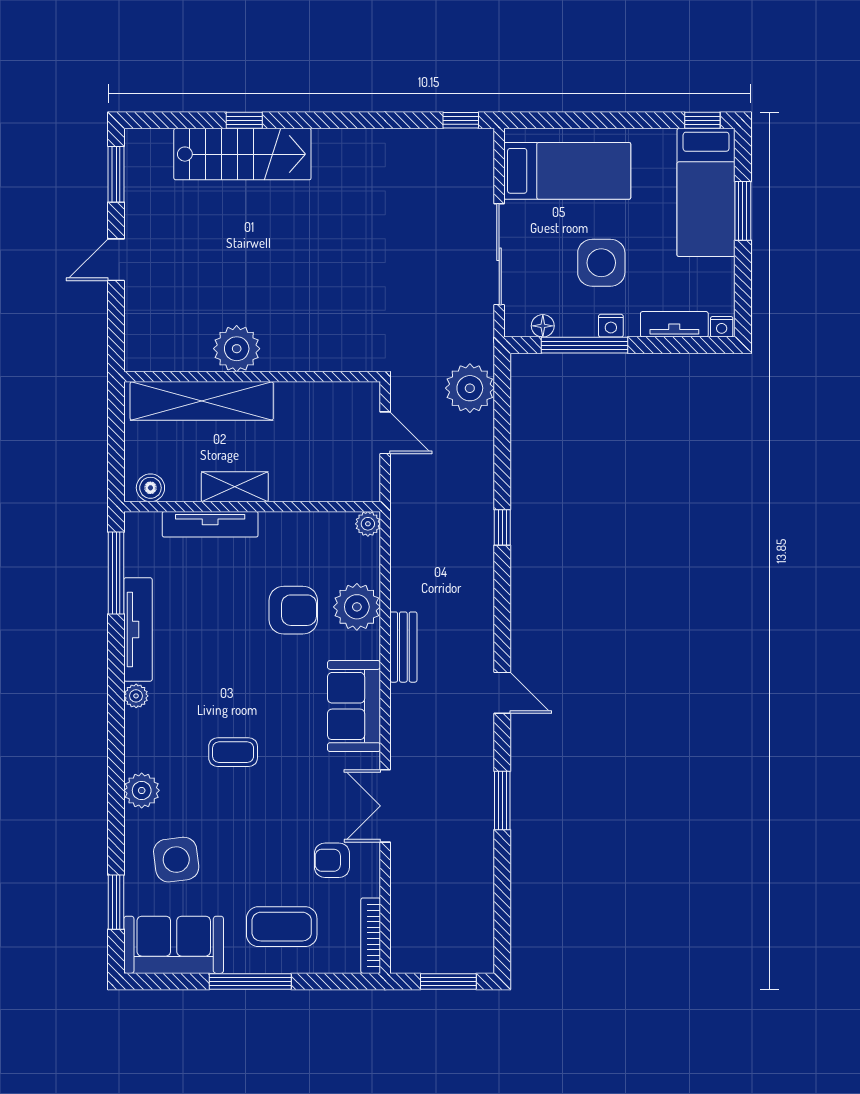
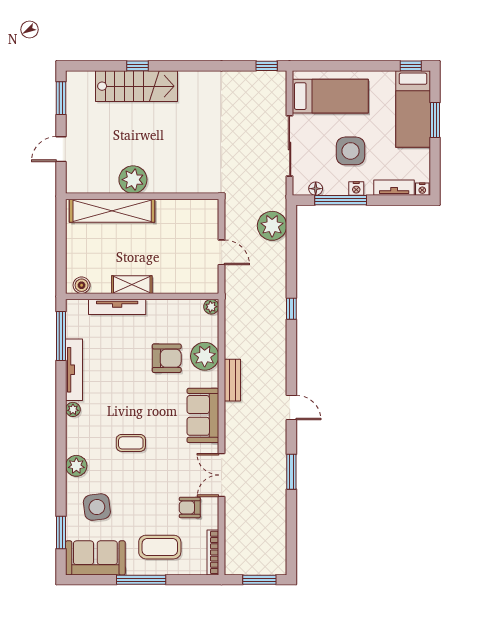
plant: (237, 349) -> (133, 180), moved
wall: (252, 377) -> (142, 196), moved
shelving: (202, 401) -> (112, 211), moved

